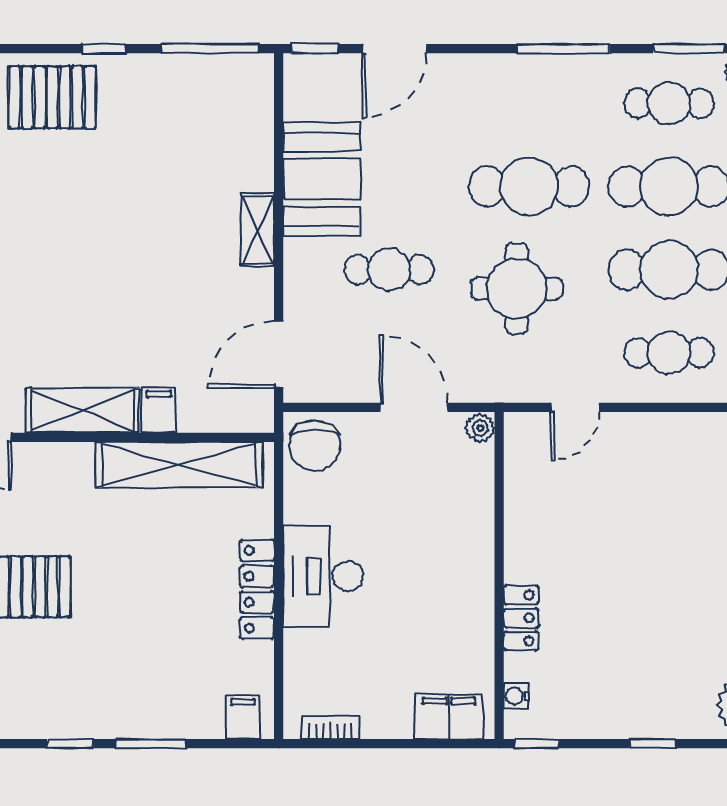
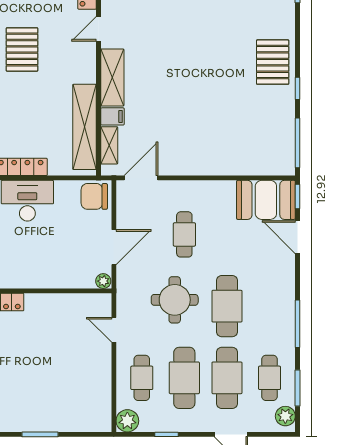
booth: (321, 179) -> (266, 200), moved
shelving: (258, 230) -> (109, 145), moved, turned 90
door: (279, 354) -> (141, 178), hinge flipped

